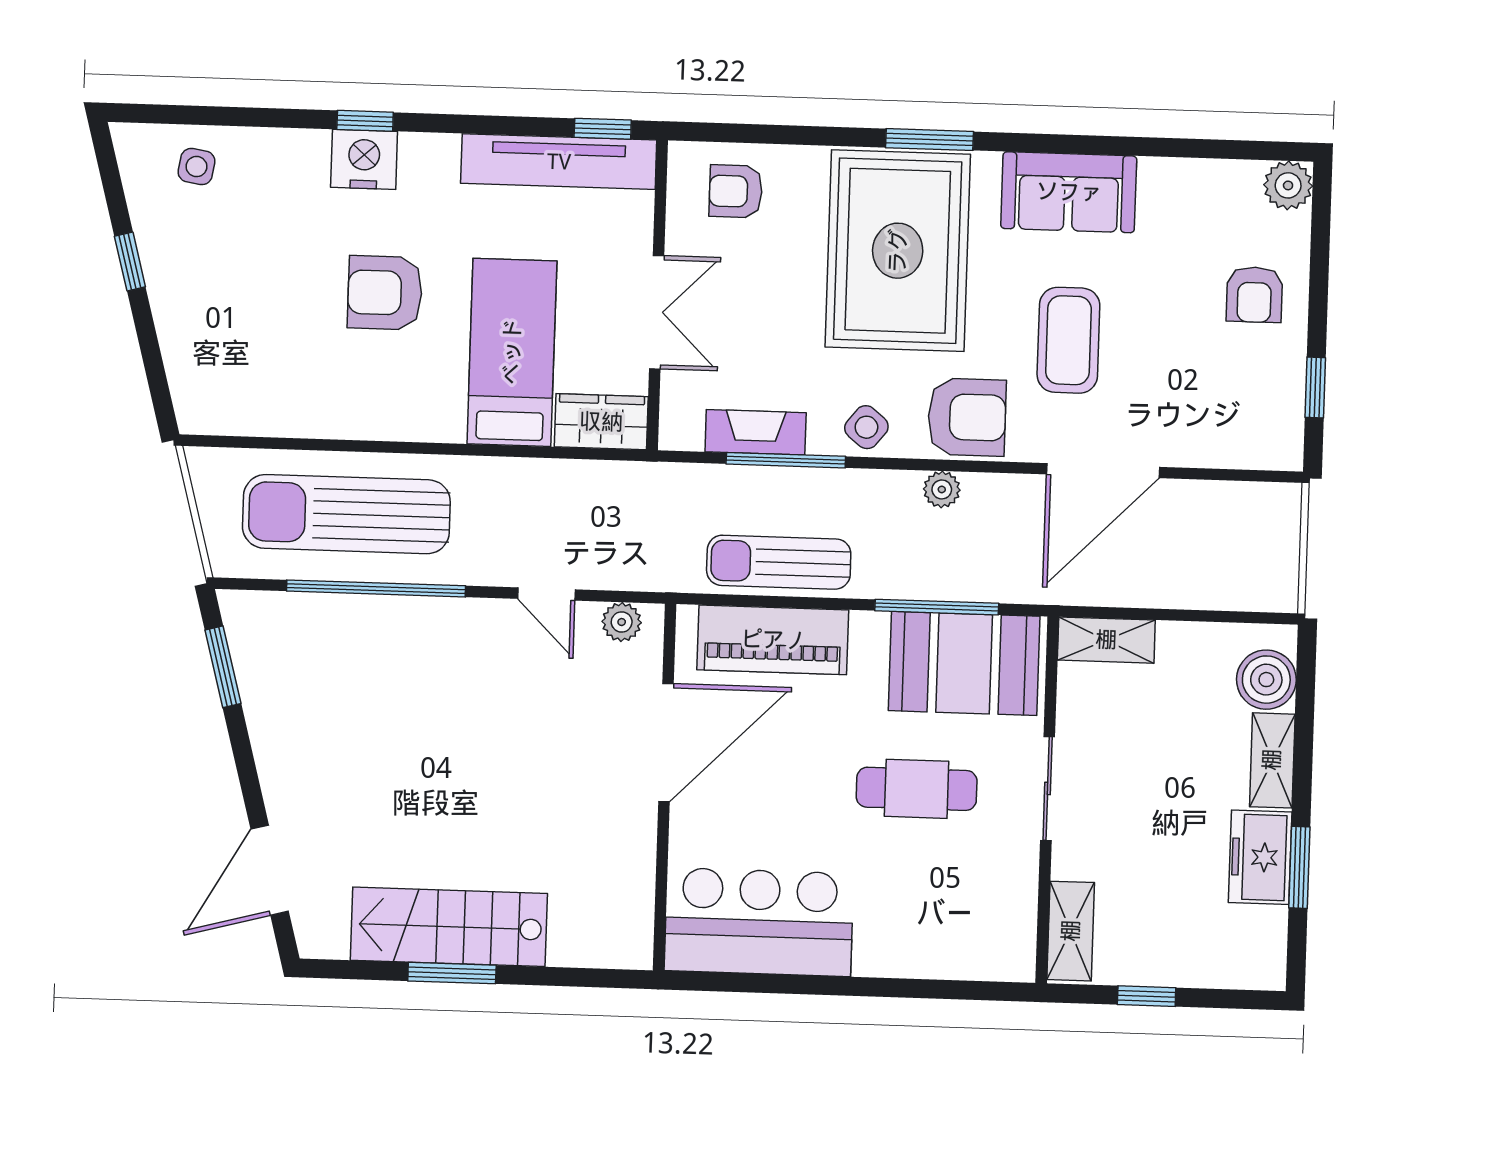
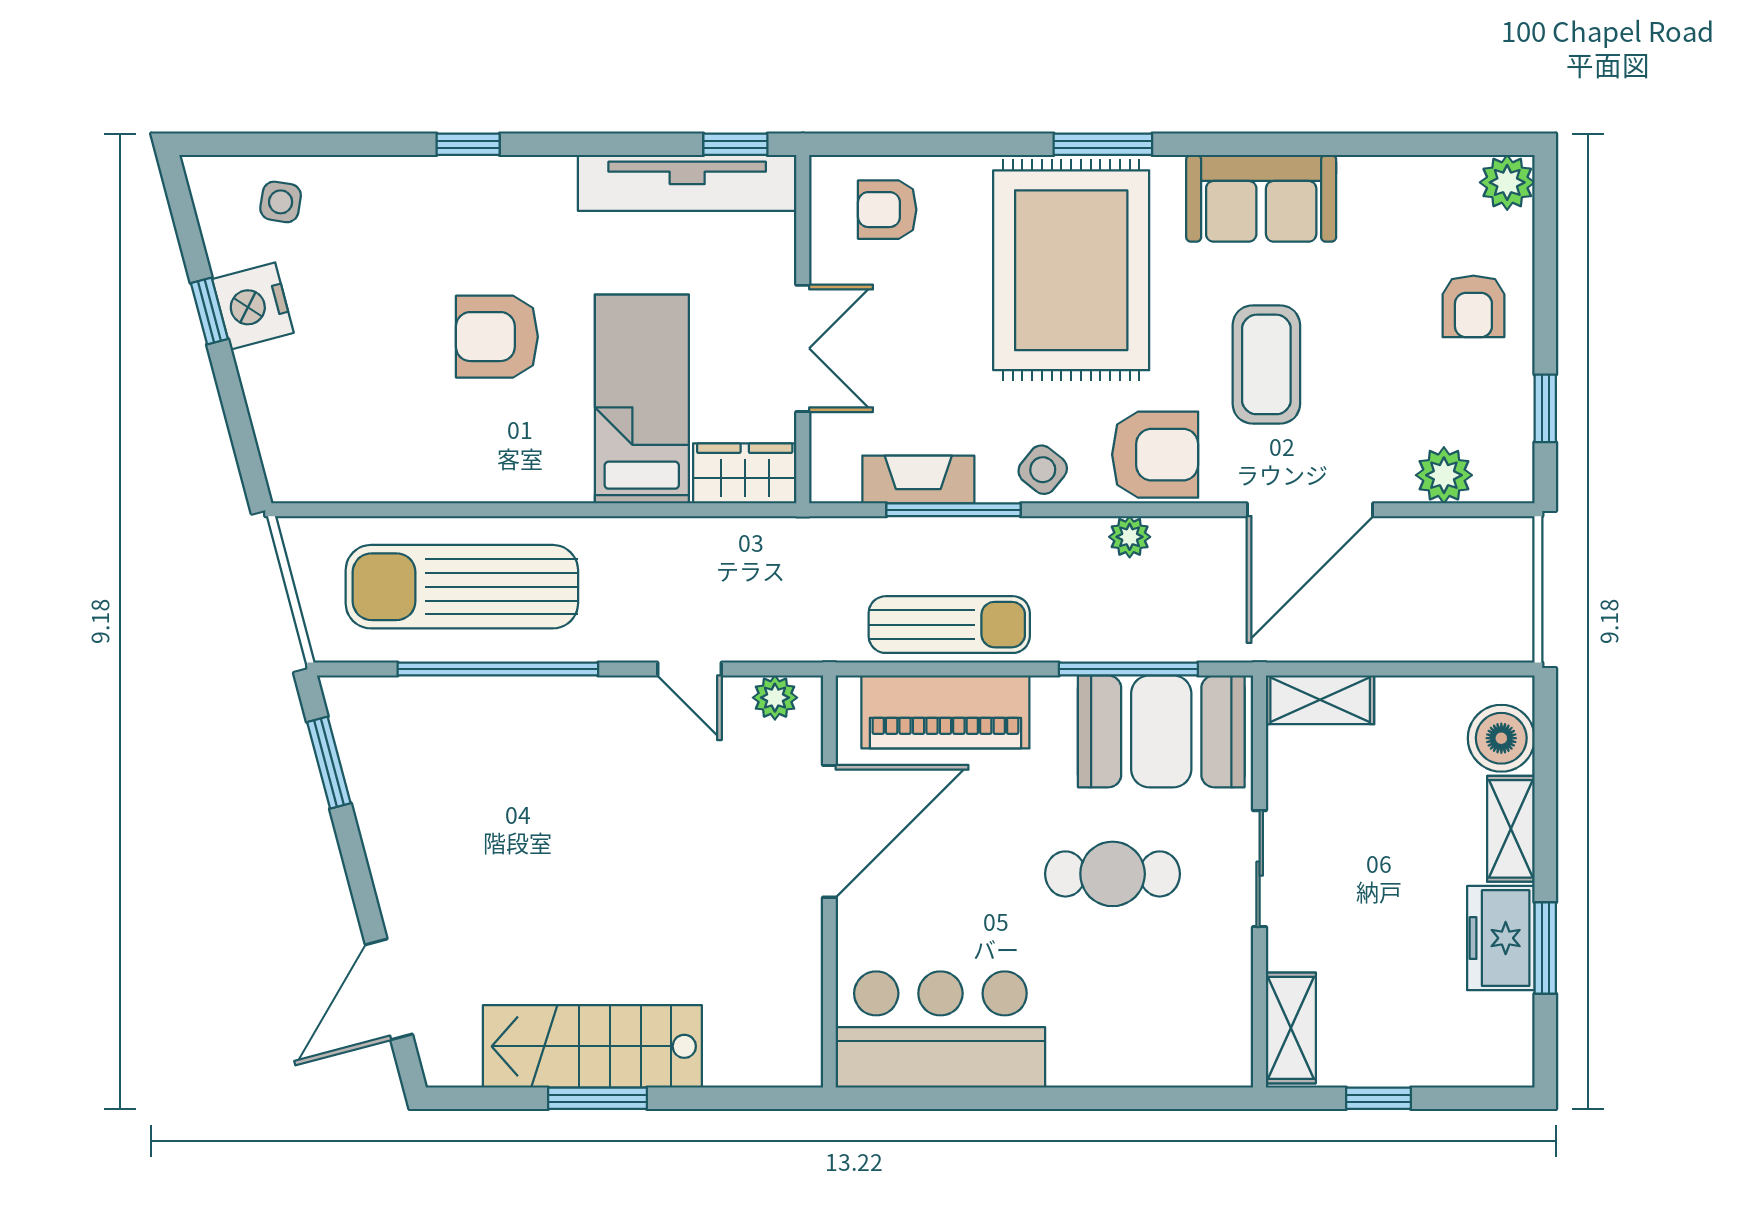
nightstand: (364, 159) -> (253, 306), moved, turned -105
plant: (1223, 444) -> (1444, 475), added
sun lounger: (779, 562) -> (949, 625), turned 180

